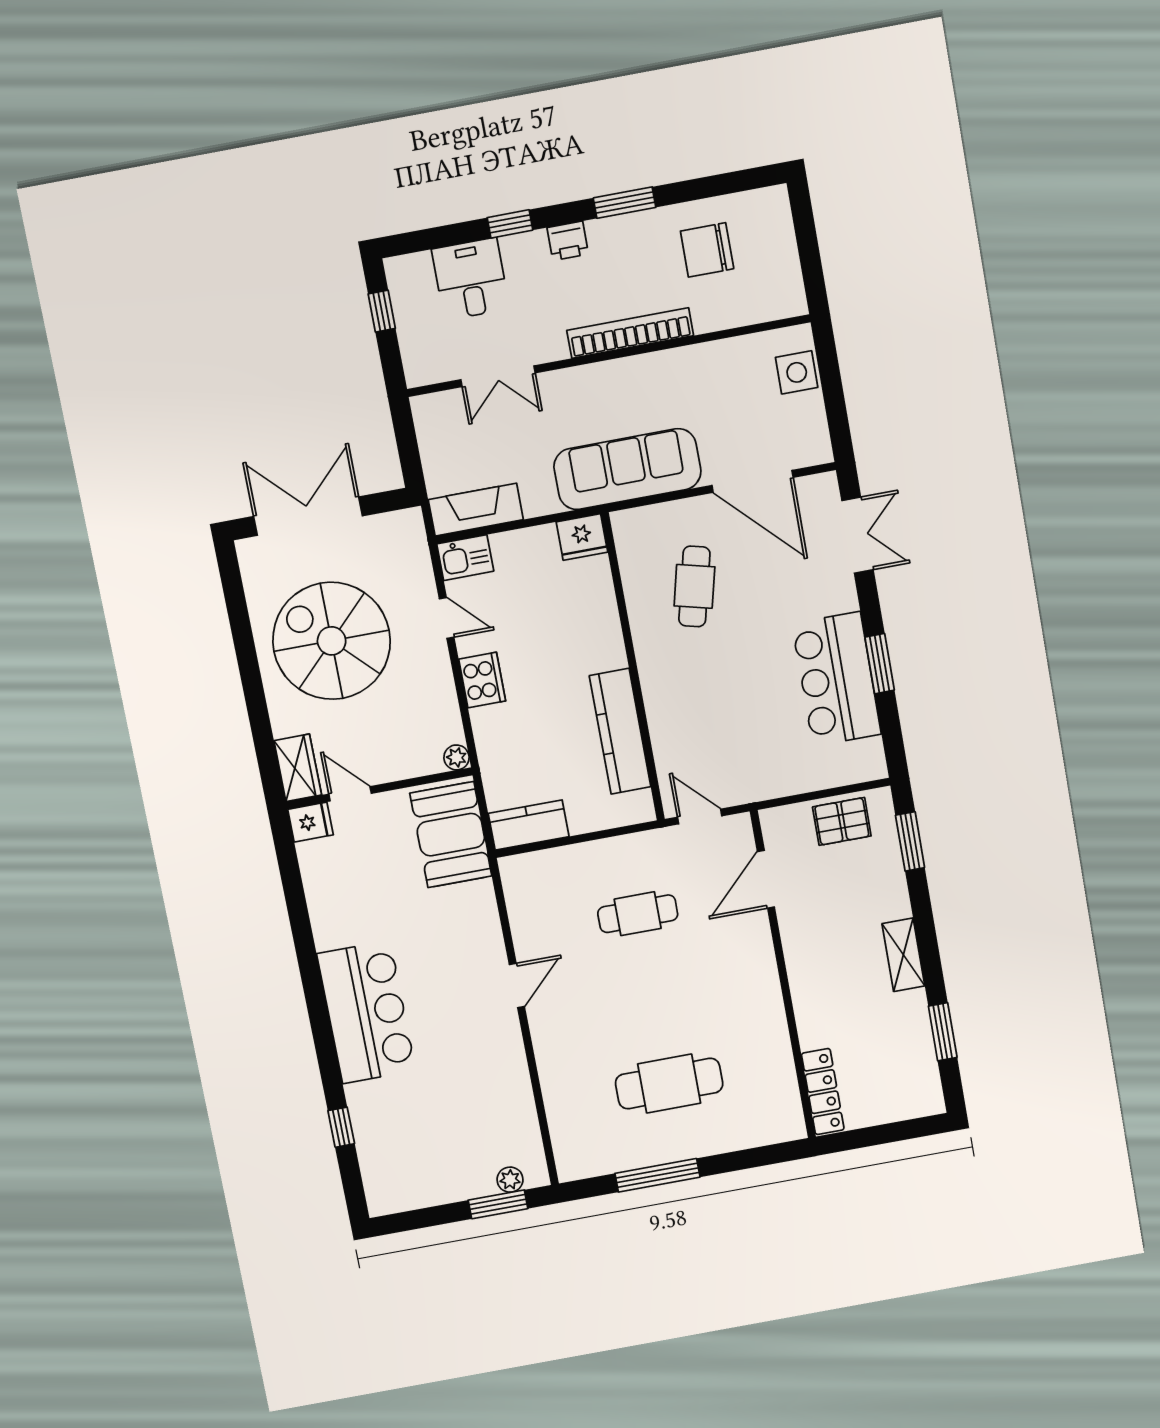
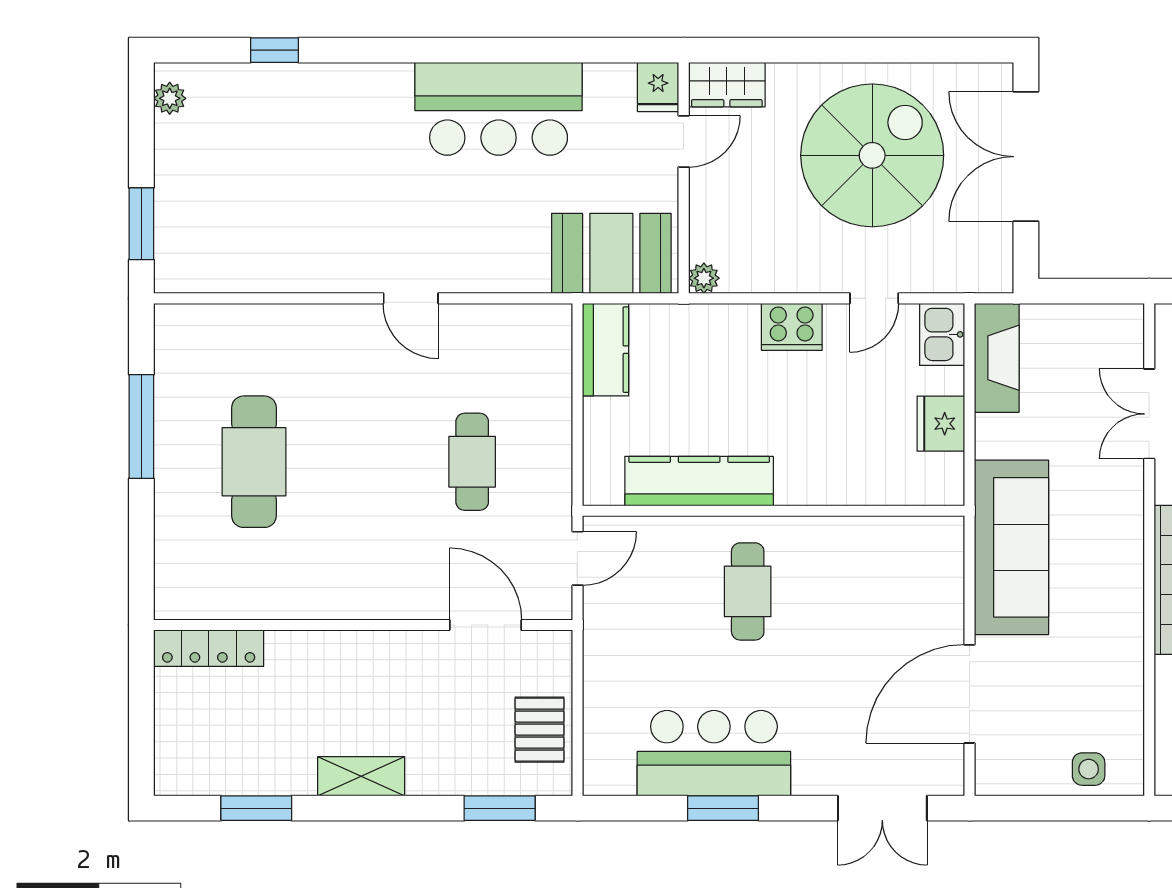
side table: (797, 372) -> (1089, 769), width x0.73, depth x0.73
double door: (308, 516) -> (1026, 157), swing flipped
fridge: (582, 537) -> (941, 424), moved
cafe table: (694, 586) -> (748, 591), moved, turned 76
bar counter: (366, 1012) -> (499, 109), moved
plant: (510, 1180) -> (170, 98), moved

